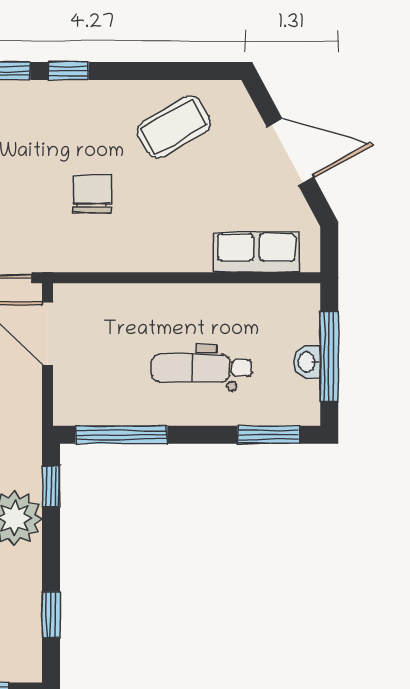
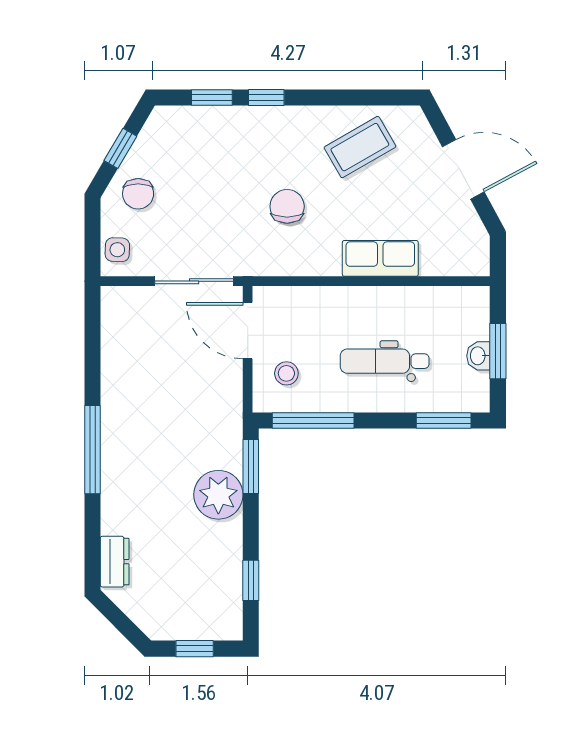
row of seats: (256, 252) -> (380, 258), moved
window: (329, 357) -> (498, 351), width x0.69
stool: (91, 382) -> (286, 373), added
window: (51, 487) -> (251, 467), width x1.50

